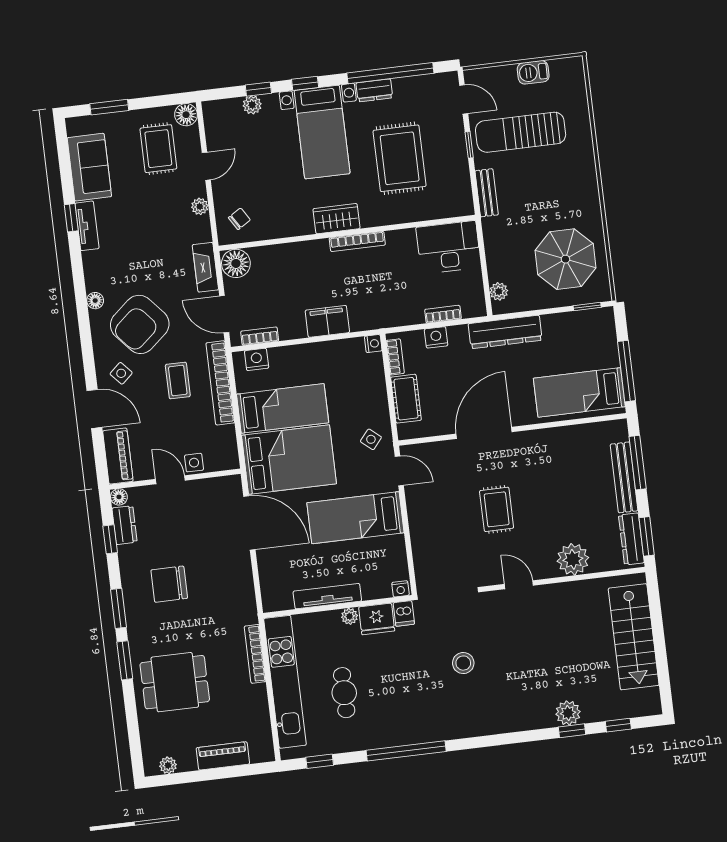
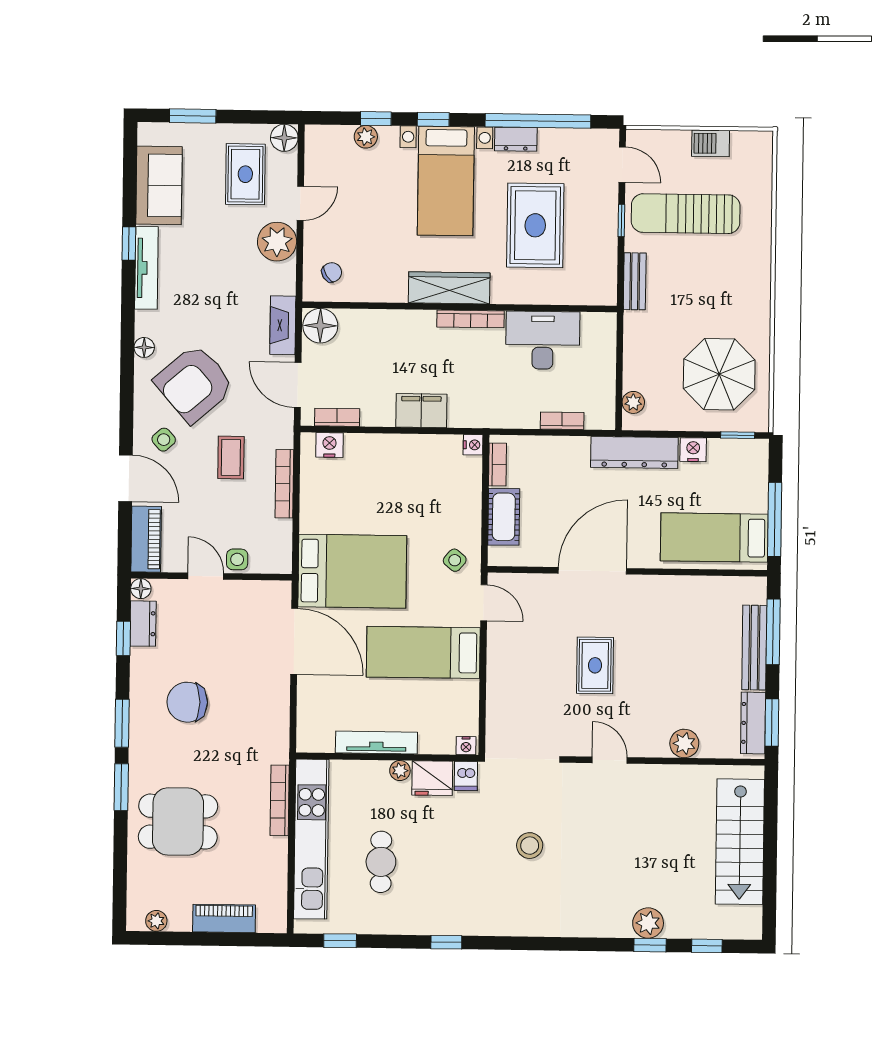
plant: (200, 206) -> (277, 242), width x1.88, depth x1.88
wardrobe: (337, 219) -> (449, 288), width x1.50
tv unit: (87, 226) -> (146, 268), width x1.41
desk: (448, 247) -> (543, 340), moved
nightstand: (436, 337) -> (693, 450), moved
bookcase: (220, 383) -> (284, 484), width x0.68, depth x0.76
bed: (283, 408) -> (353, 508), removed
plant: (573, 559) -> (684, 743), width x0.73, depth x0.73
window: (406, 751) -> (446, 942), width x0.32

